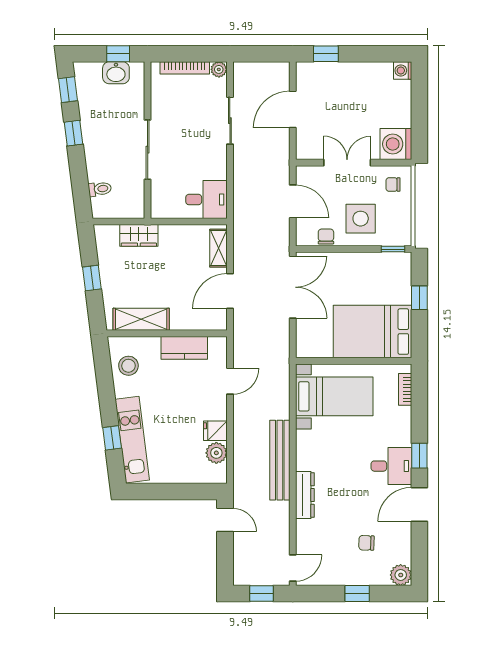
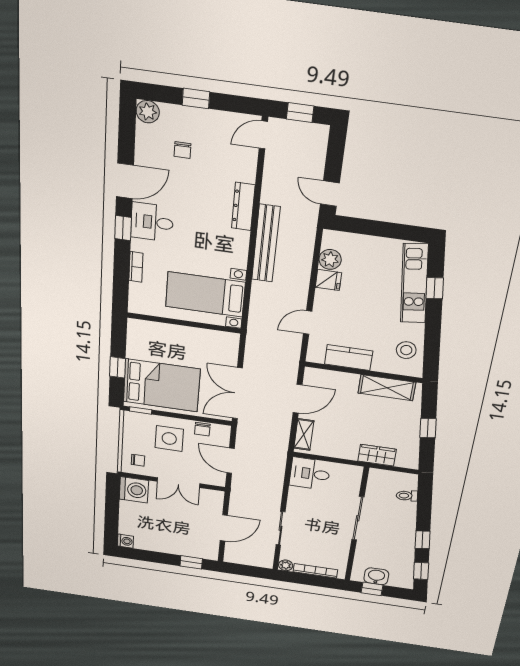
bed: (372, 332) -> (161, 385), moved
bookcase: (405, 389) -> (136, 267), moved
chair: (366, 543) -> (182, 150), turned 88

